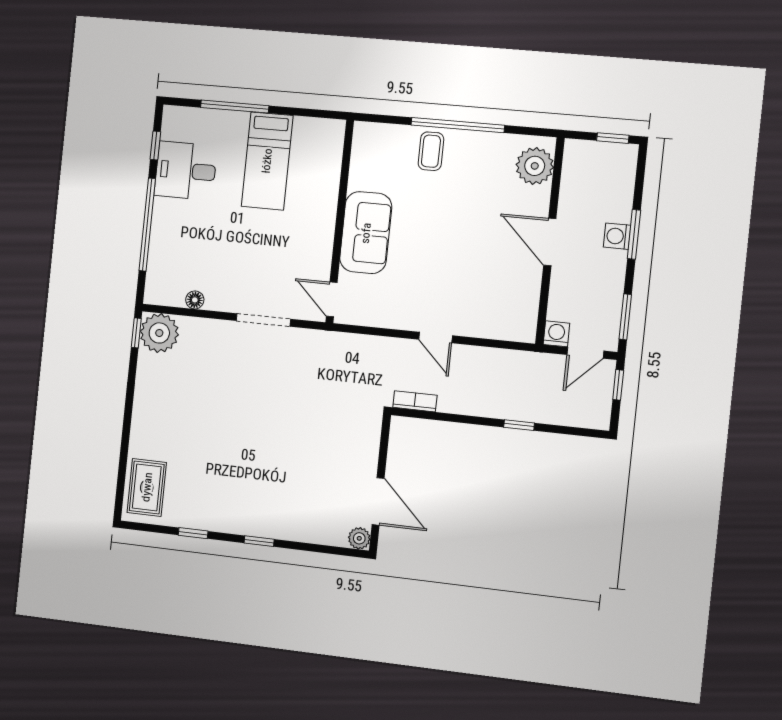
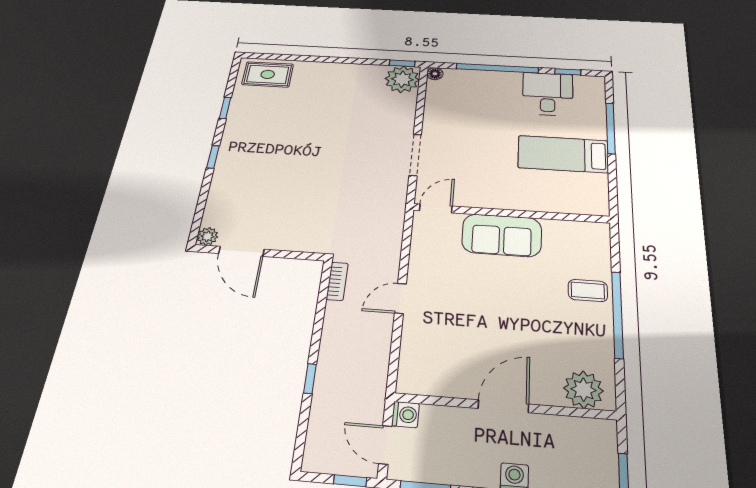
floor lamp: (195, 300) -> (435, 74), moved
door: (378, 501) -> (241, 251), hinge flipped

